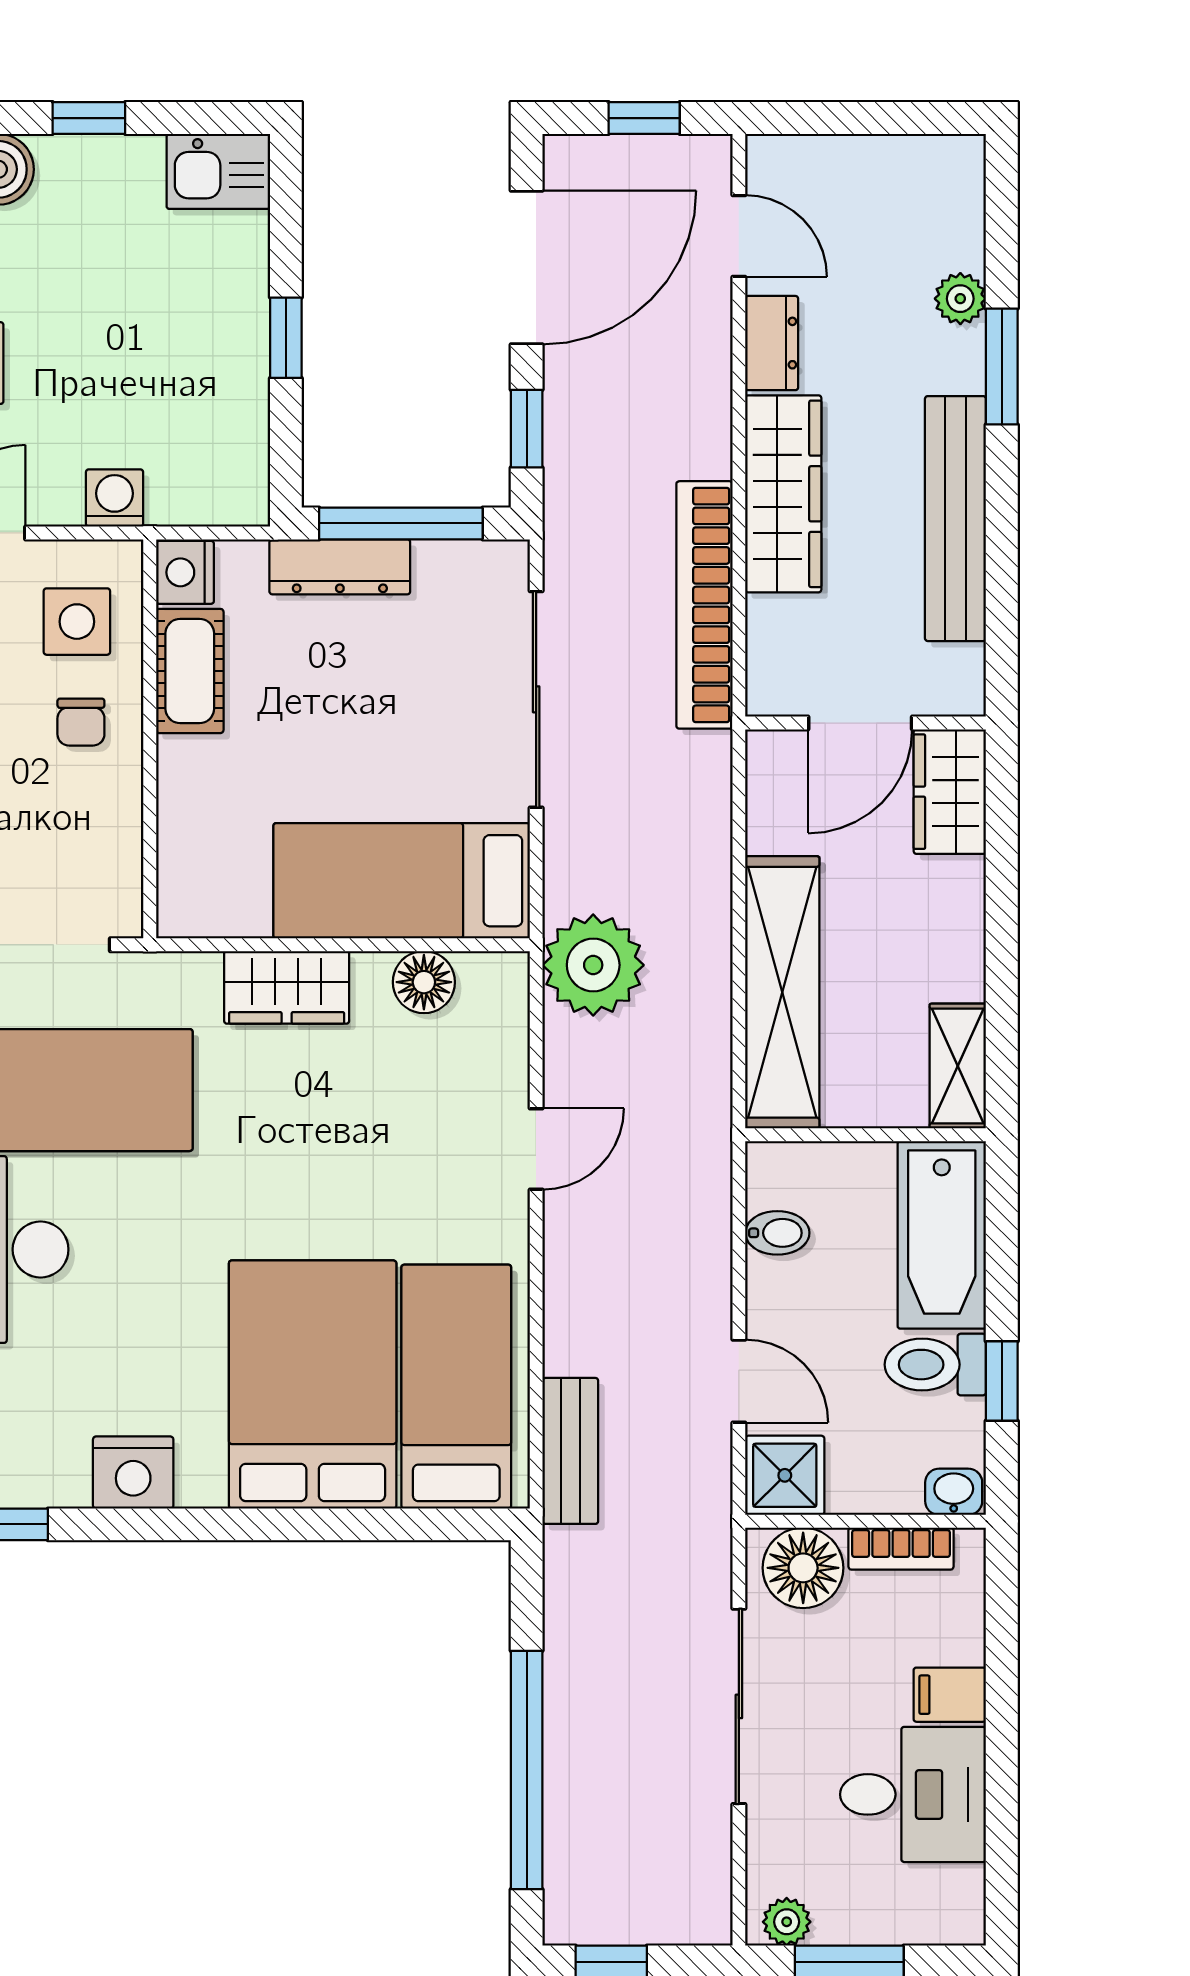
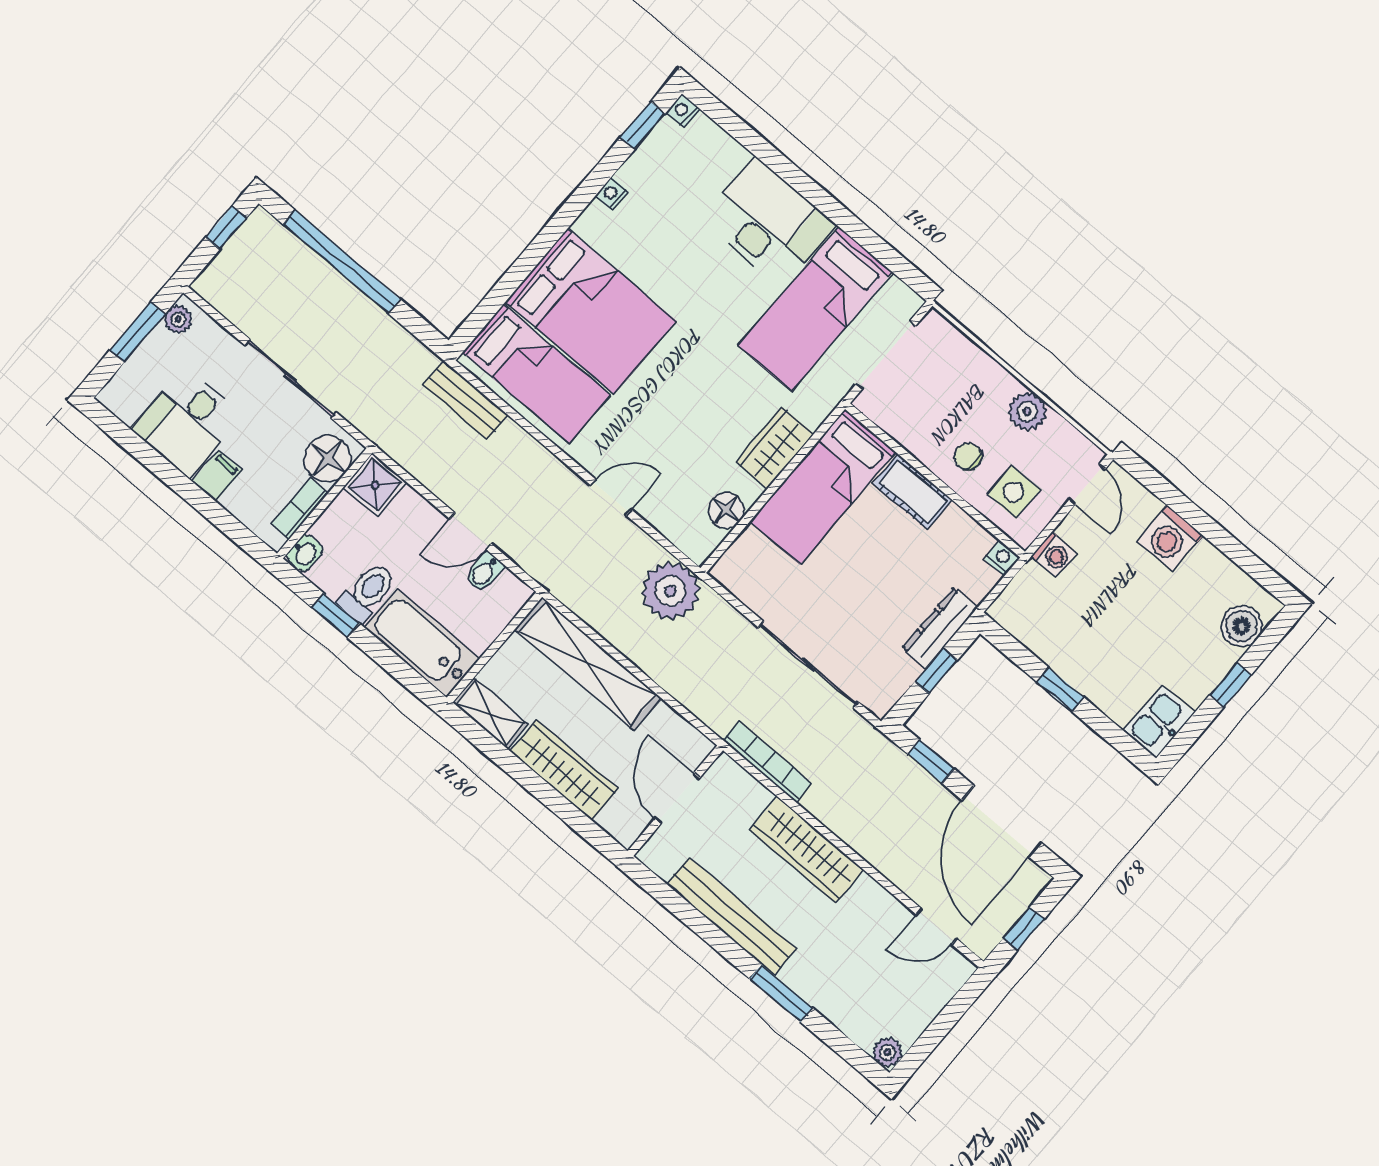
plant: (960, 299) -> (888, 1052), moved
dresser: (772, 343) -> (877, 901), removed
window: (401, 523) -> (936, 671), width x0.46
nightstand: (185, 572) -> (1002, 558), width x0.72, depth x0.74
bookcase: (704, 605) -> (767, 762), width x0.68, depth x0.76
cot: (190, 671) -> (913, 492), moved
wardrobe: (950, 792) -> (564, 770), moved, width x1.50
bed: (402, 881) -> (823, 487), moved, turned 180
door: (536, 1149) -> (611, 497), swing flipped
door: (739, 1381) -> (470, 531), moved
nightstand: (133, 1473) -> (612, 194), width x0.53, depth x0.56

